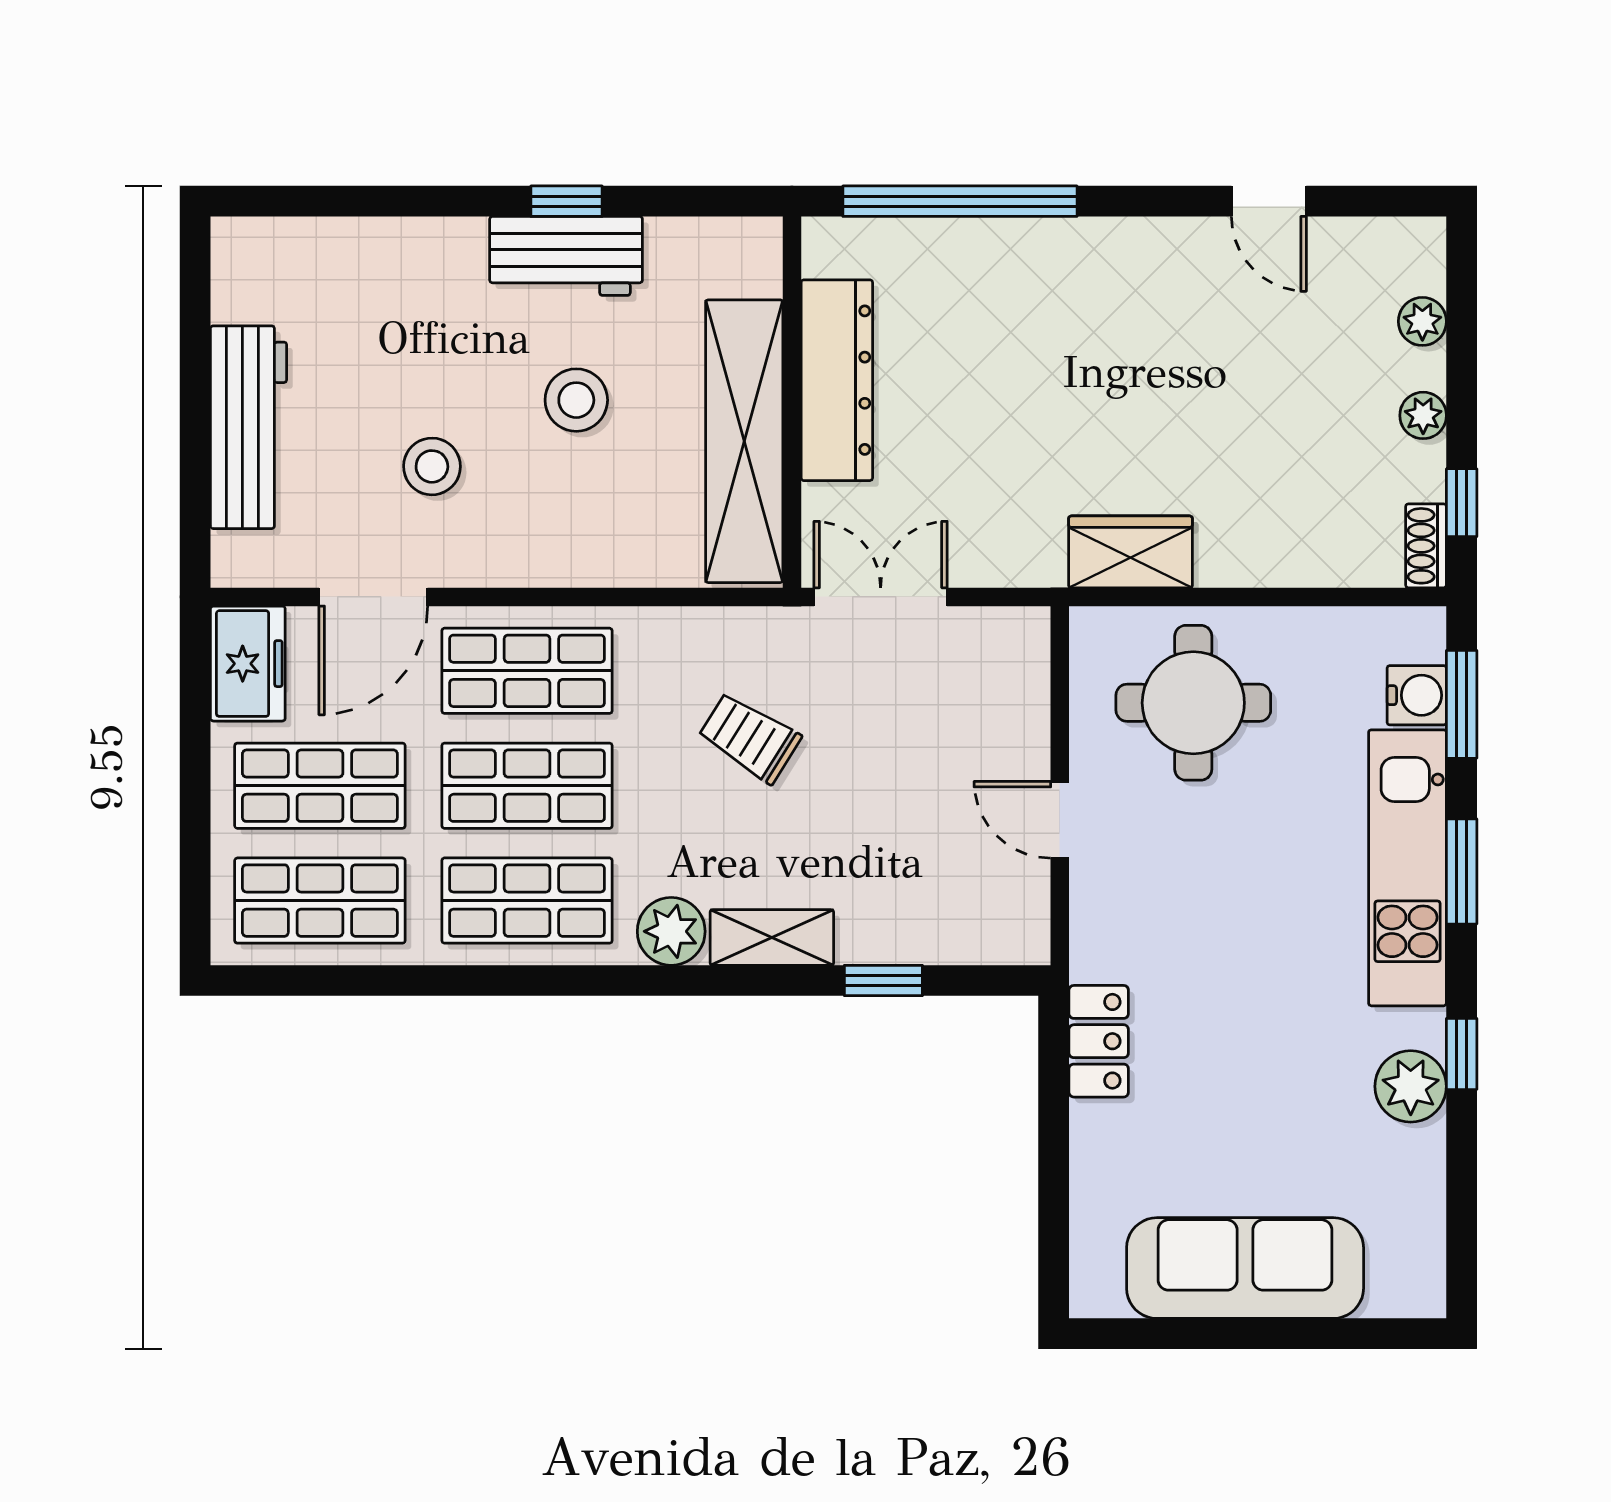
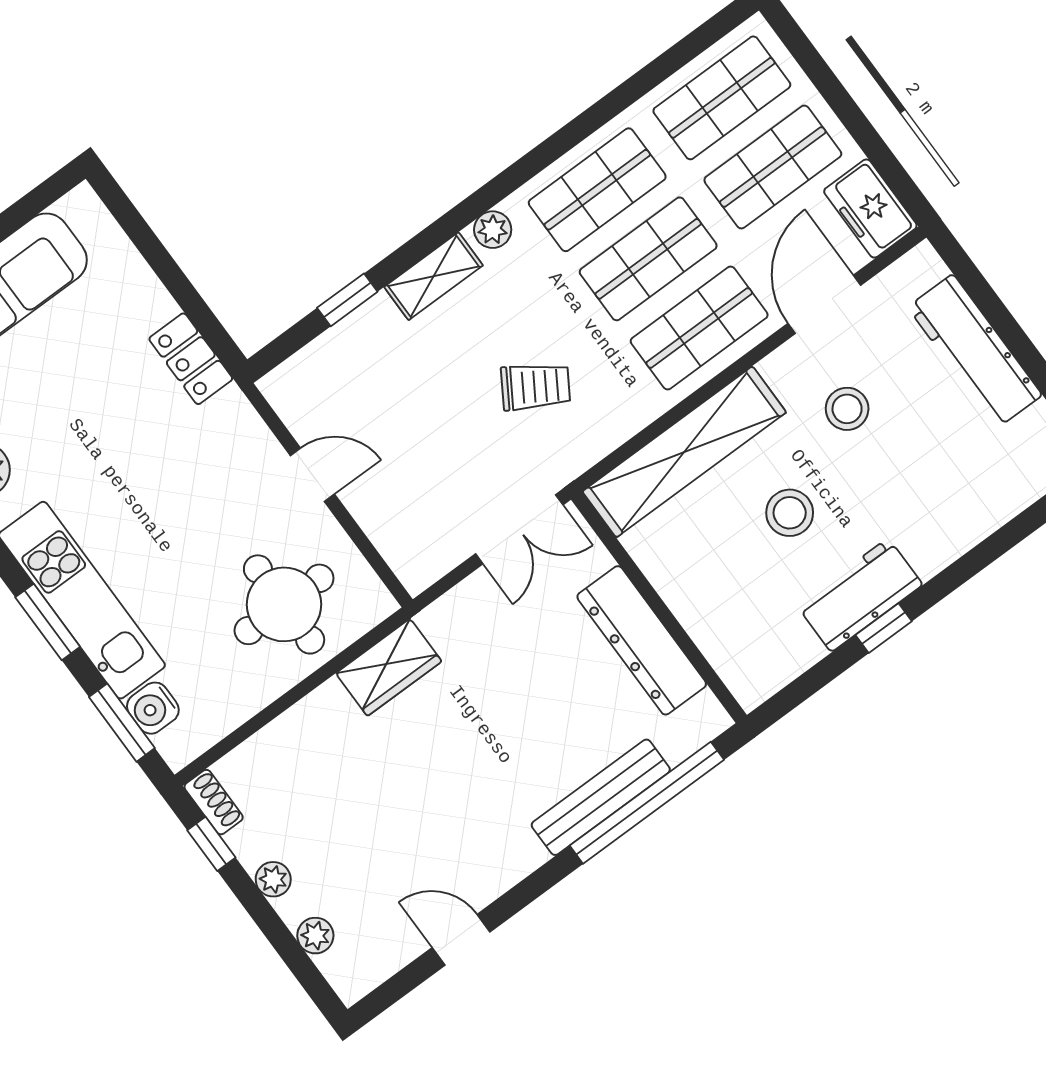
bench: (1005, 244) -> (601, 797), added
shelving: (744, 441) -> (684, 452), moved, turned 90
plant: (671, 931) -> (493, 230), width x0.73, depth x0.73

